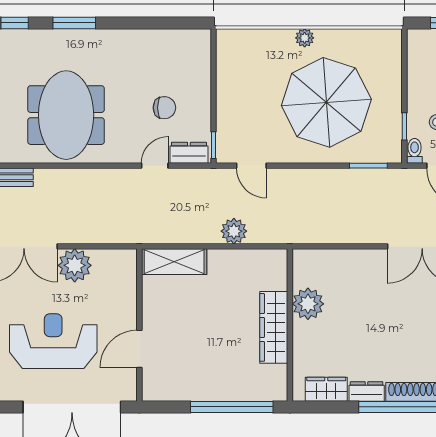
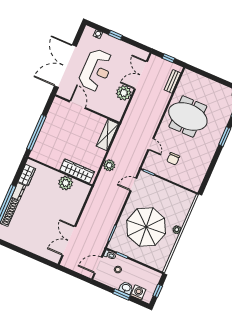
dresser: (189, 153) -> (150, 161), removed
wardrobe: (274, 327) -> (77, 171), moved

